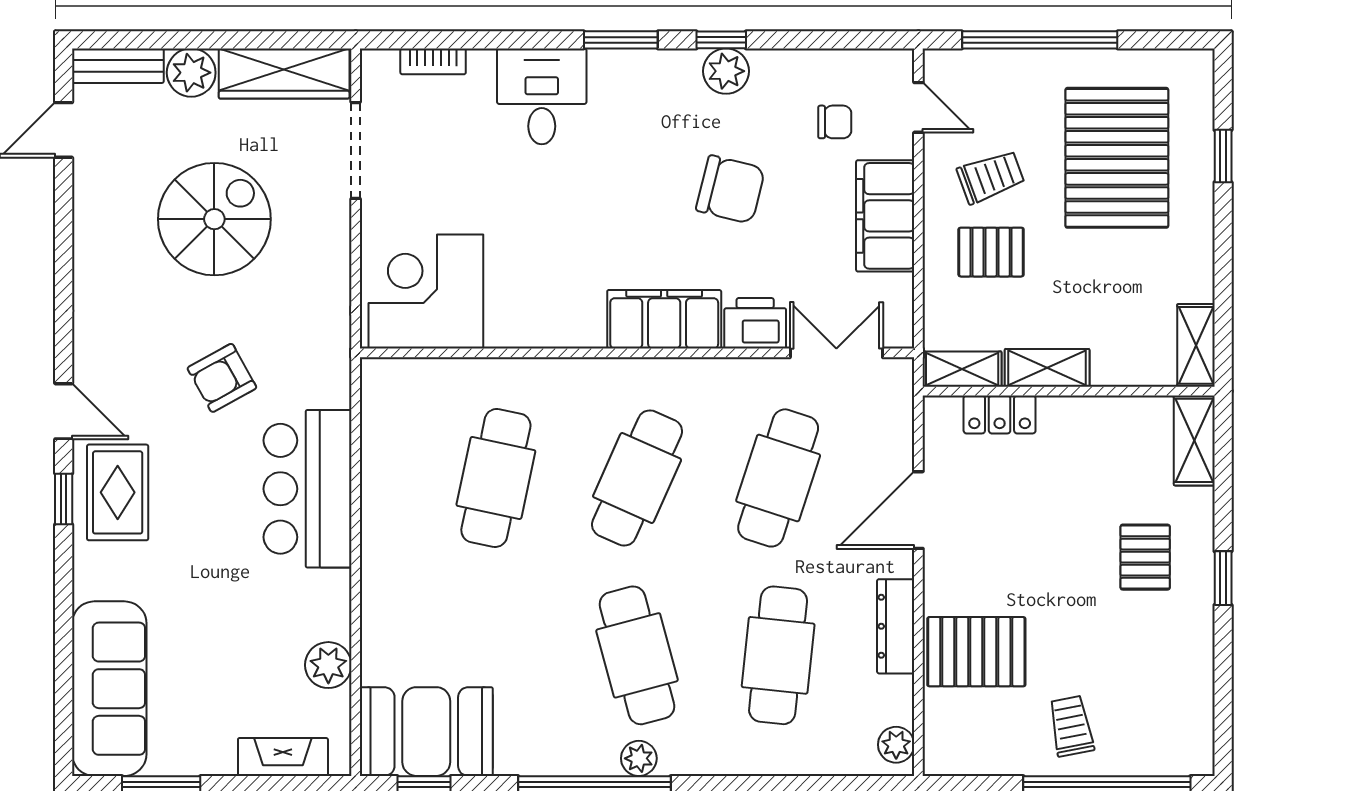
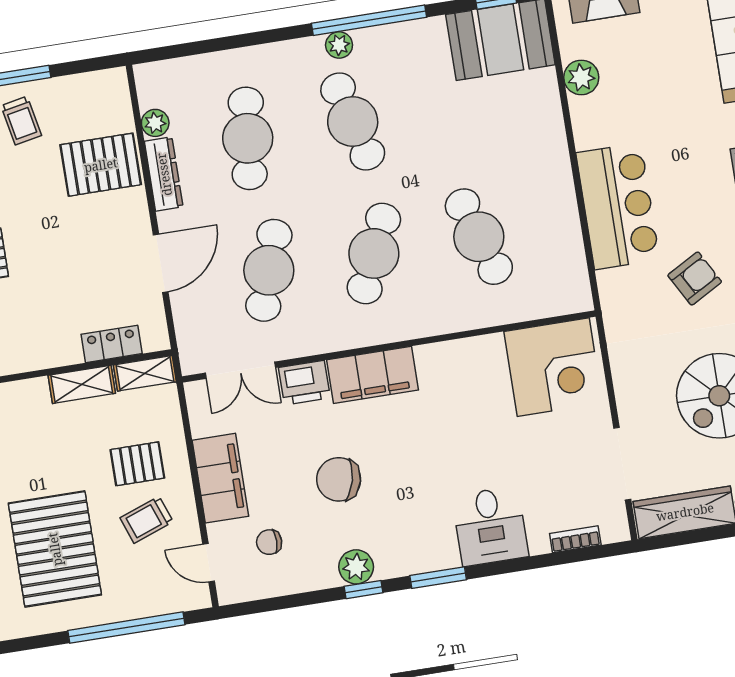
cafe table: (496, 478) -> (479, 237), turned -30
plant: (896, 745) -> (155, 123), moved

